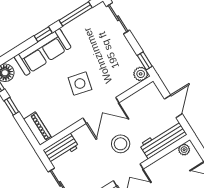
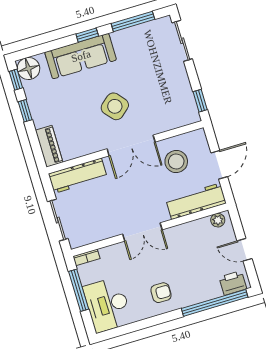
plant: (141, 74) -> (191, 115), removed
side table: (80, 84) -> (115, 106), turned 36
stool: (121, 144) -> (176, 162), moved
workbench: (61, 148) -> (78, 176), width x1.38

